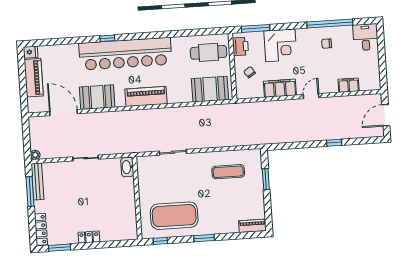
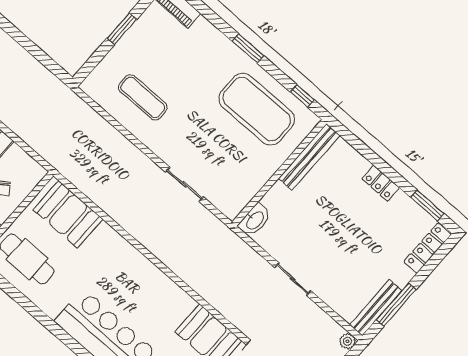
piano: (146, 96) -> (151, 280), removed
window: (266, 179) -> (122, 29), moved
bench: (131, 218) -> (309, 157), added

